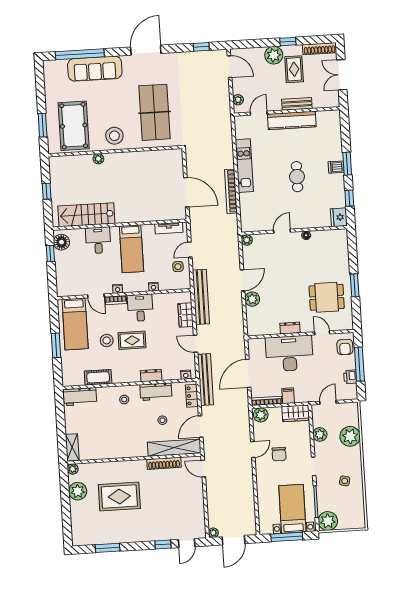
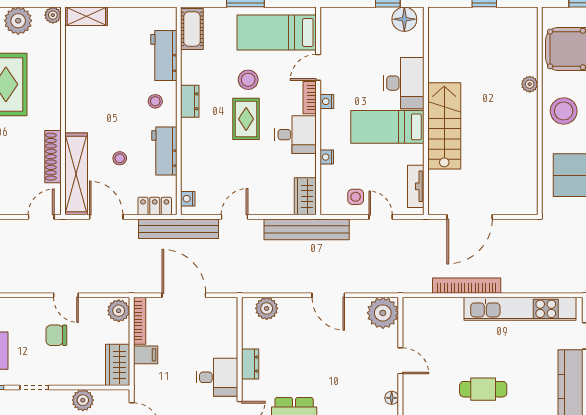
kitchen unit: (244, 166) -> (520, 309), width x1.36
stairs: (86, 215) -> (444, 126), moved
desk: (98, 240) -> (404, 83), width x1.37
plant: (247, 240) -> (383, 313), width x1.88, depth x1.88
plant: (252, 299) -> (267, 308), moved
wardrobe: (186, 315) -> (305, 196), moved, turned -90
desk: (289, 353) -> (217, 377), width x0.53, depth x0.77
dresser: (151, 376) -> (190, 101), moved
cot: (98, 377) -> (192, 29), moved
workbench: (80, 397) -> (164, 55), moved

